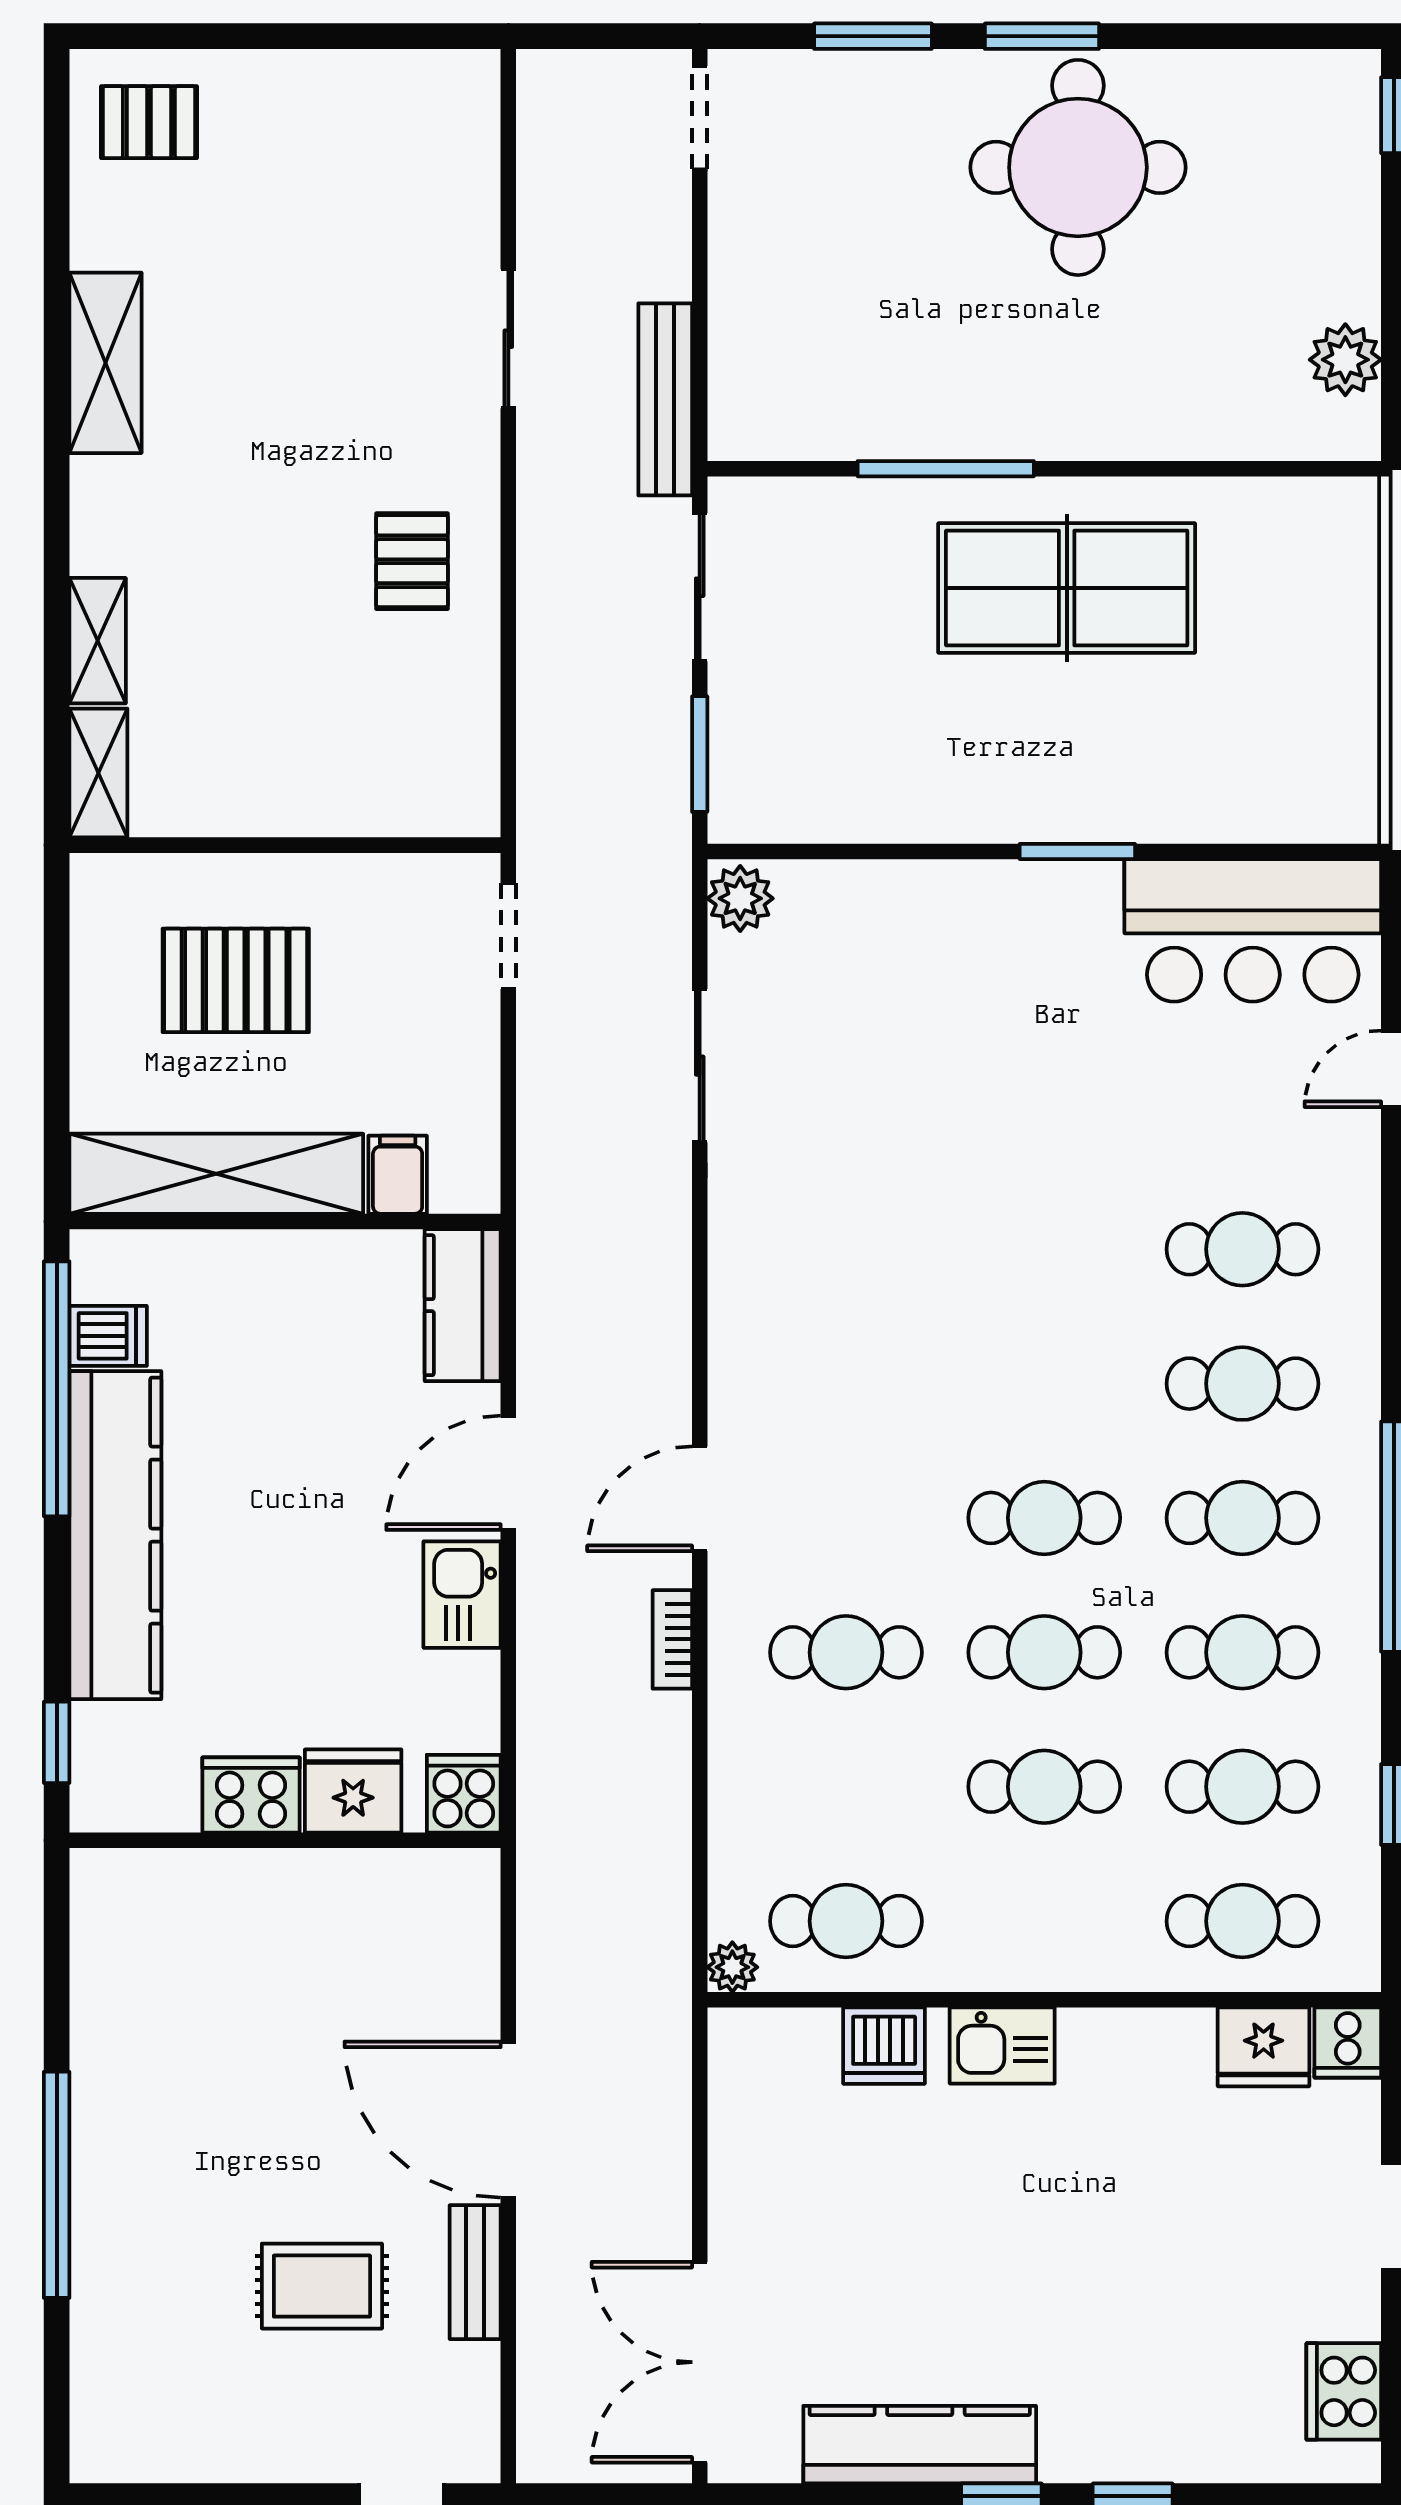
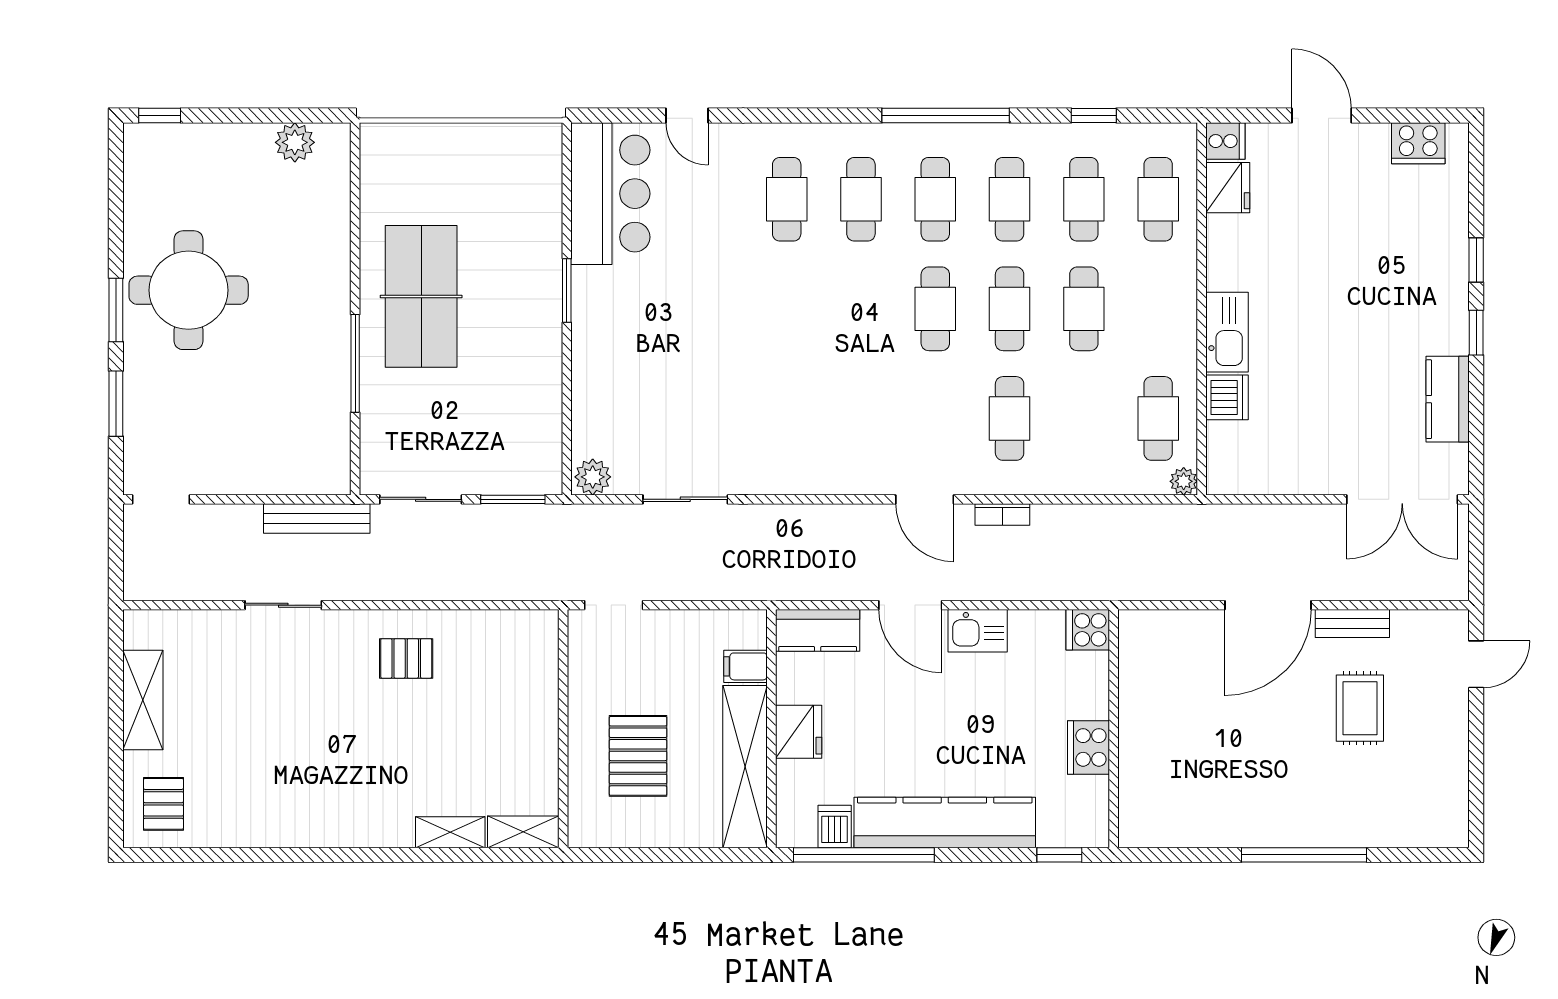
shelving: (105, 363) -> (143, 700), moved, turned 90
fridge: (353, 1791) -> (799, 732), moved, turned 180
kitchen sink: (1002, 2046) -> (1227, 332), width x1.38
kitchen counter: (920, 2445) -> (1448, 399), width x0.67

